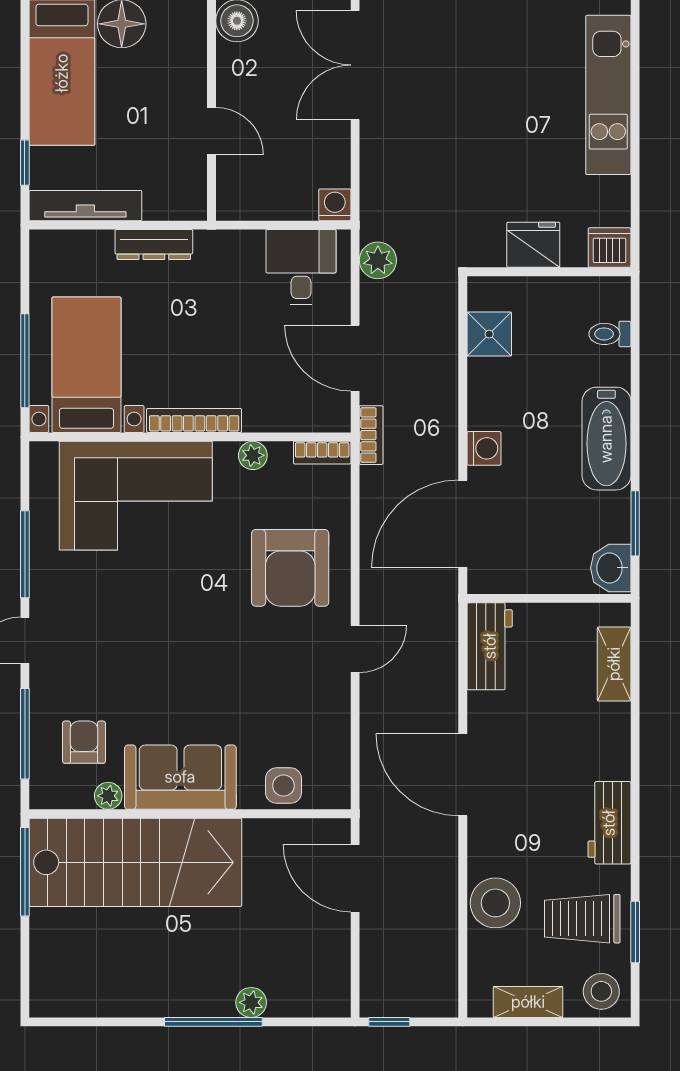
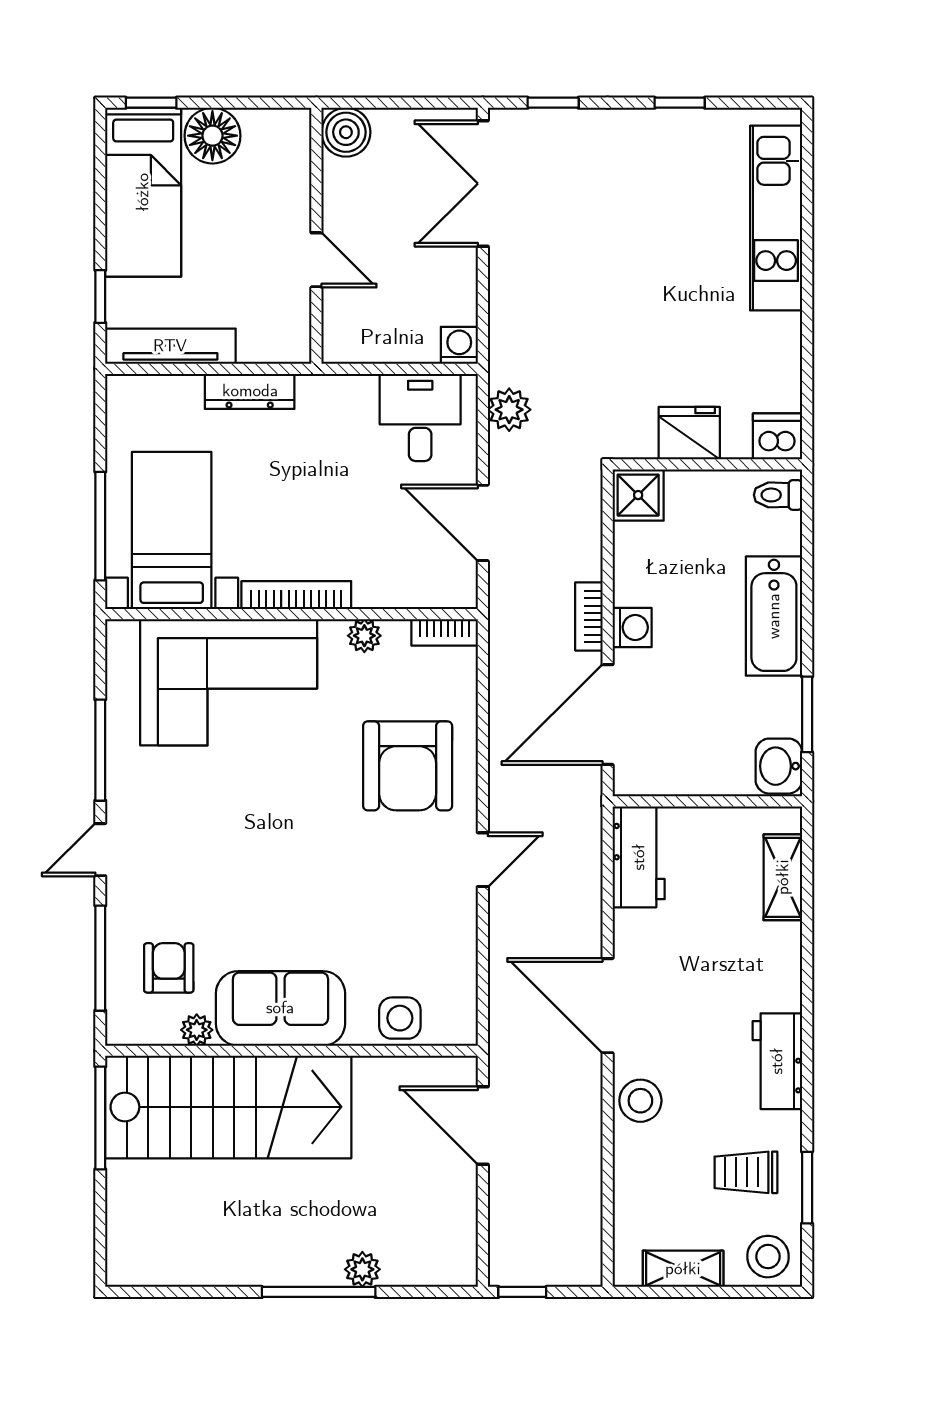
fridge: (533, 245) -> (689, 433), moved
dishwasher: (610, 248) -> (778, 436), moved
wall: (549, 272) -> (707, 464), moved
bookcase: (371, 435) -> (589, 616), moved, turned 180
stool: (495, 903) -> (640, 1101), moved, width x0.73, depth x0.73
trolley: (582, 919) -> (746, 1172), width x0.73, depth x0.72

